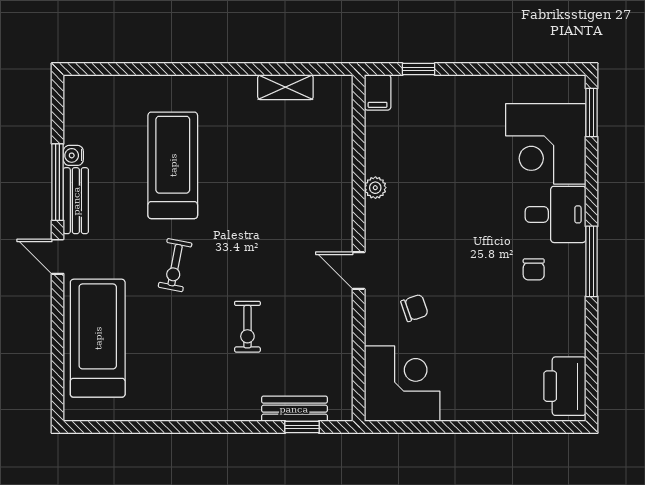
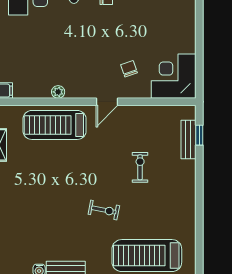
treadmill: (173, 165) -> (55, 125), moved
exercise bike: (247, 327) -> (140, 167), turned -90

